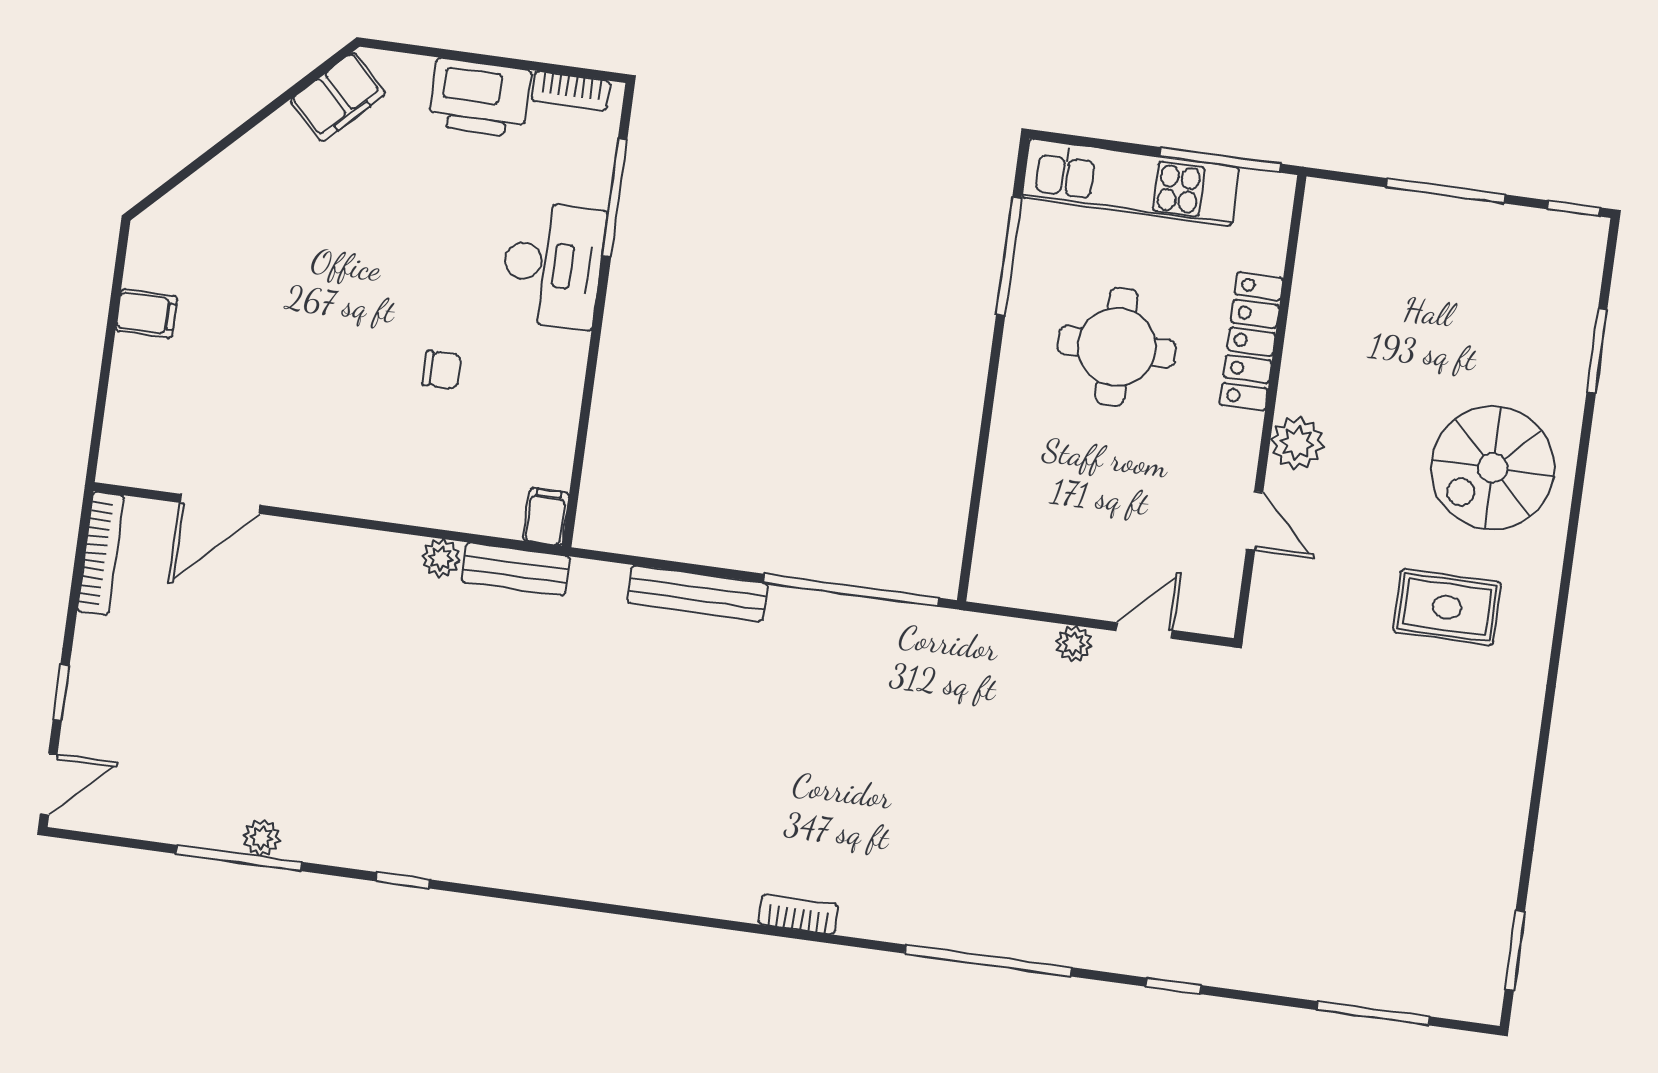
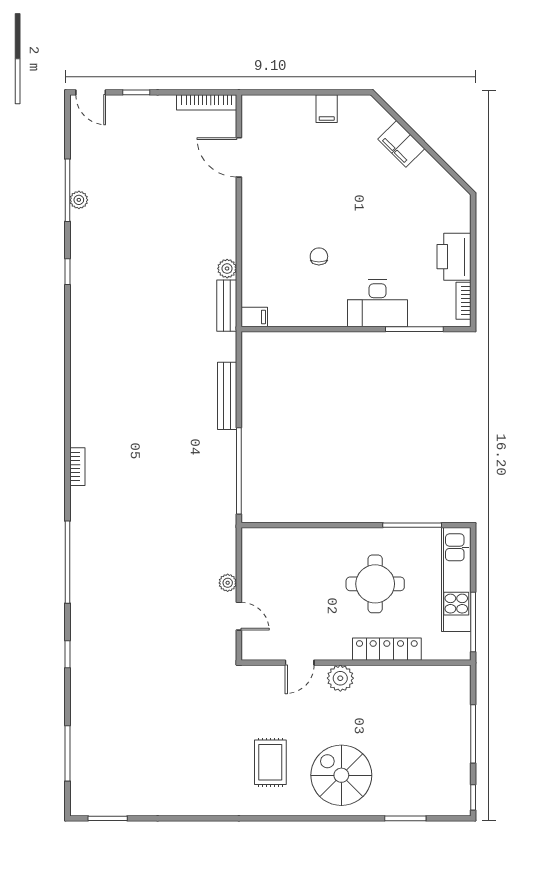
filing cabinet: (338, 97) -> (401, 144), moved
chair: (442, 370) -> (319, 256), turned 180

